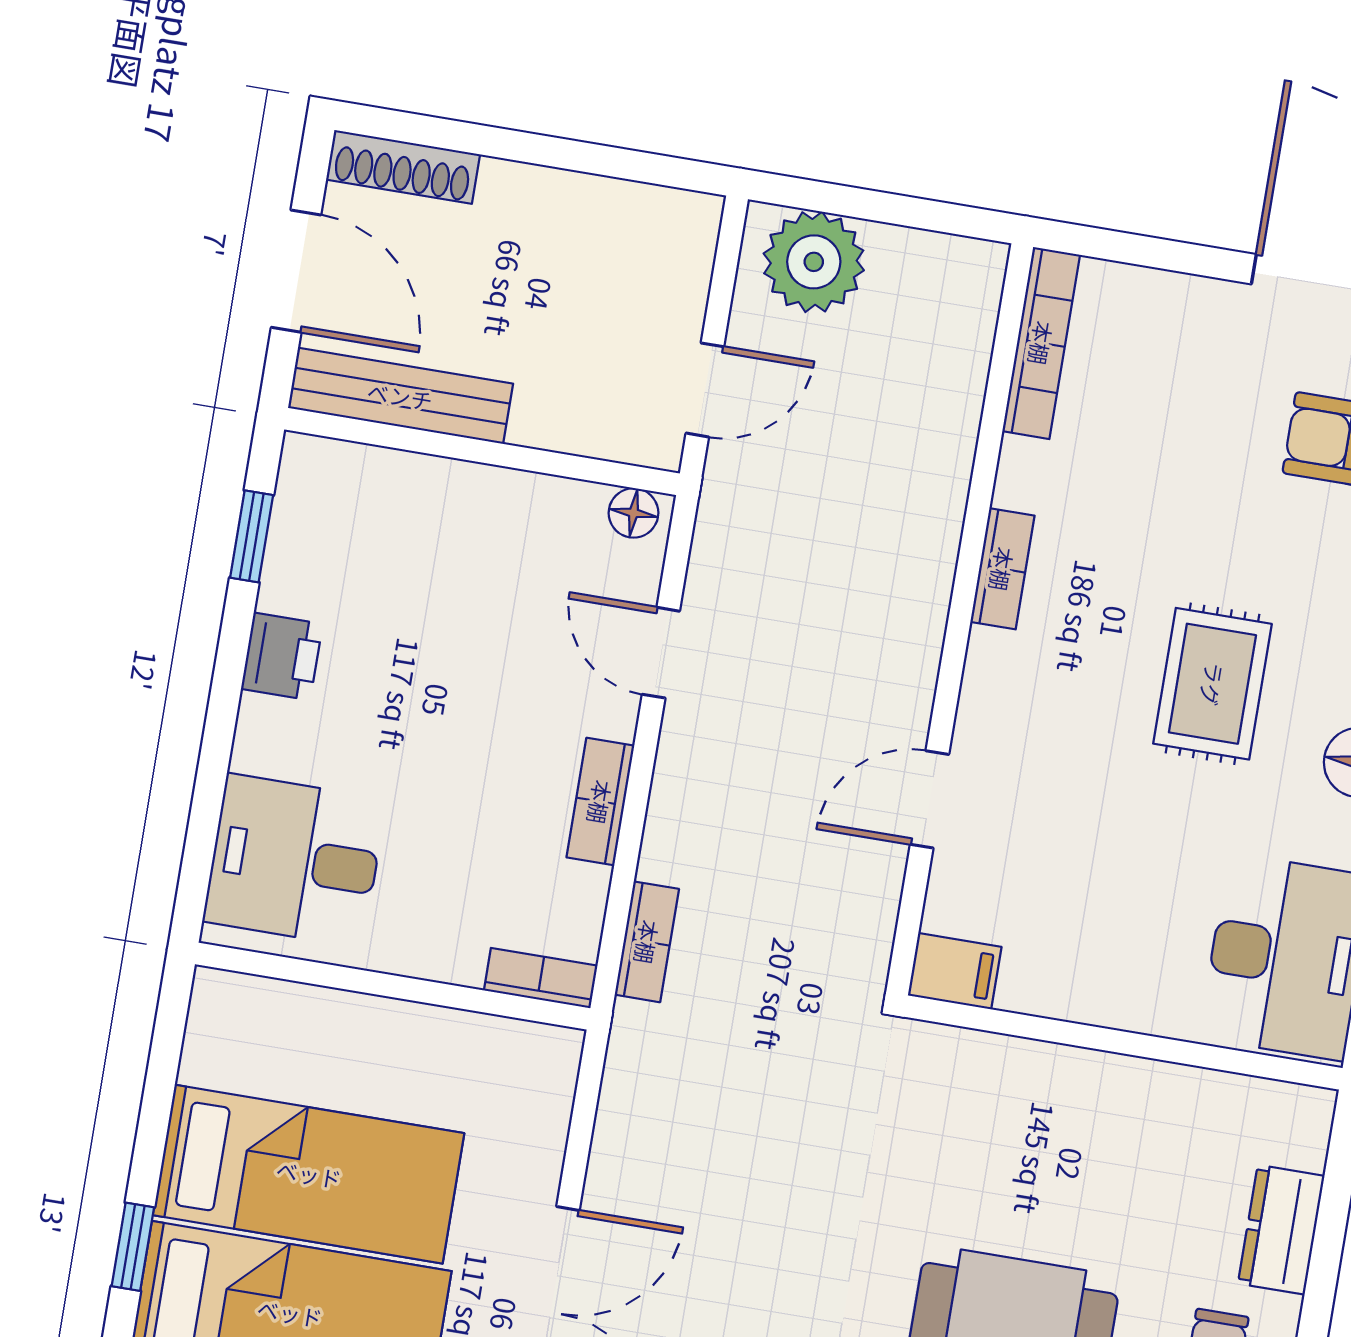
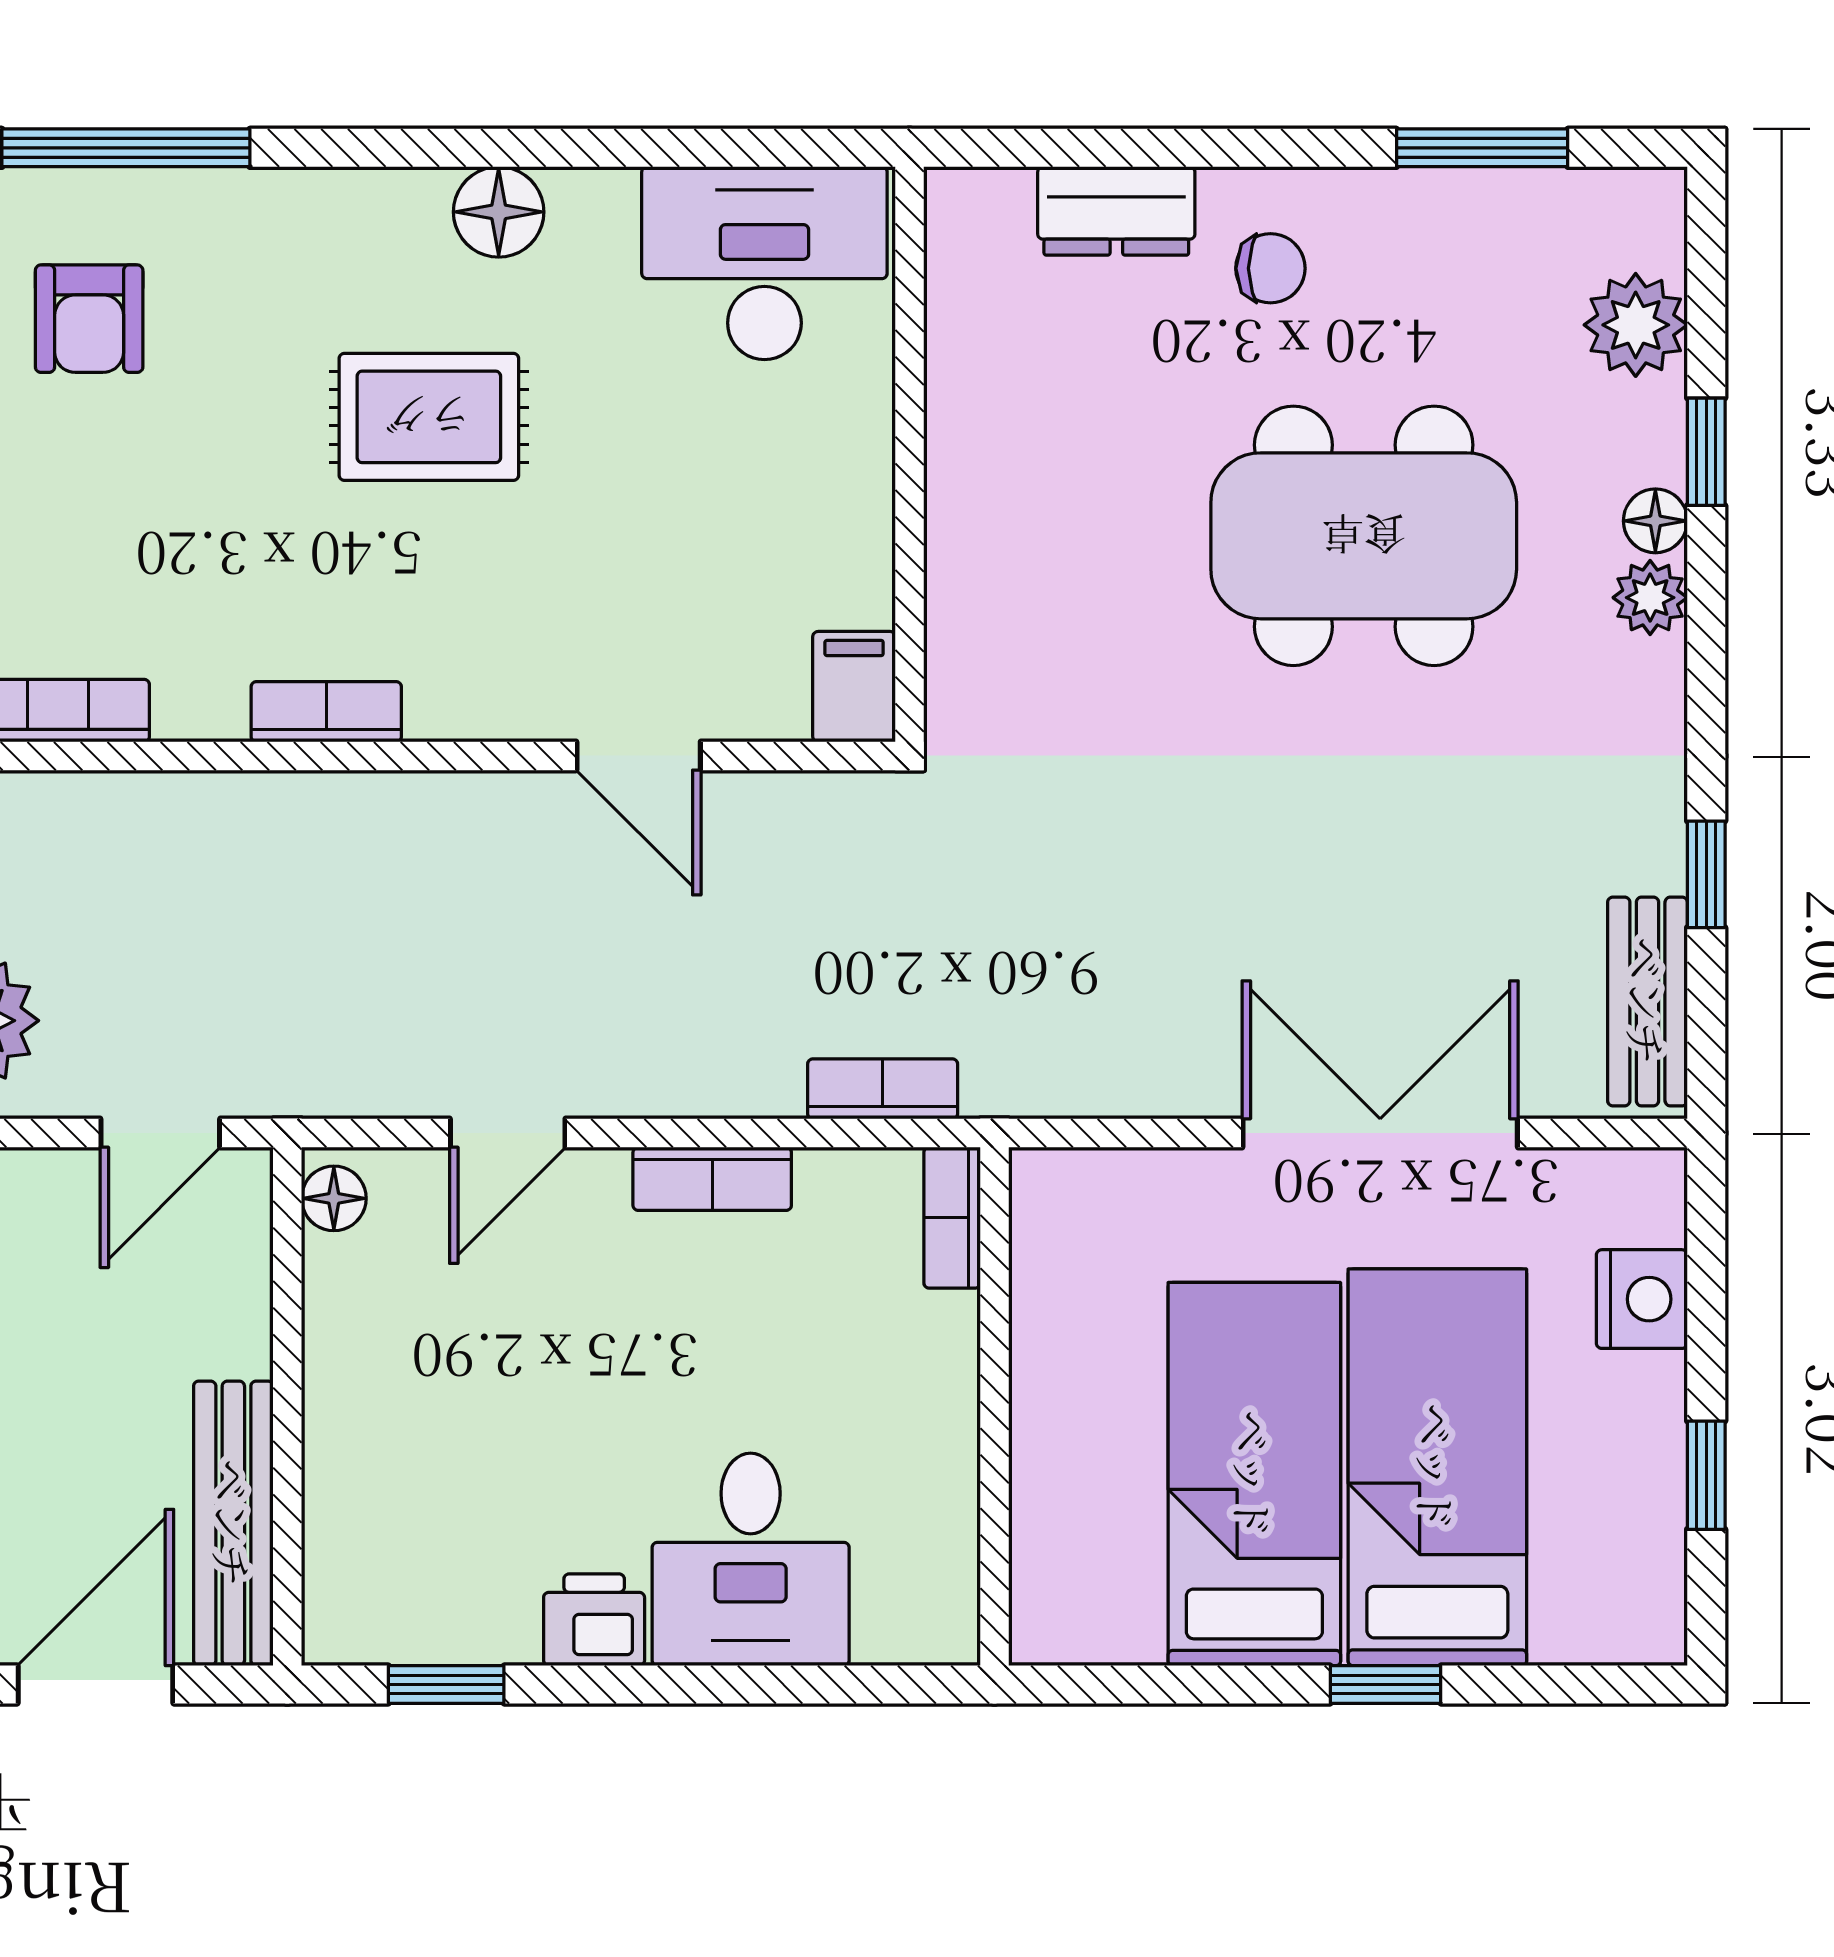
door: (705, 390) -> (160, 1133), swing flipped
desk: (295, 860) -> (751, 1559), moved

